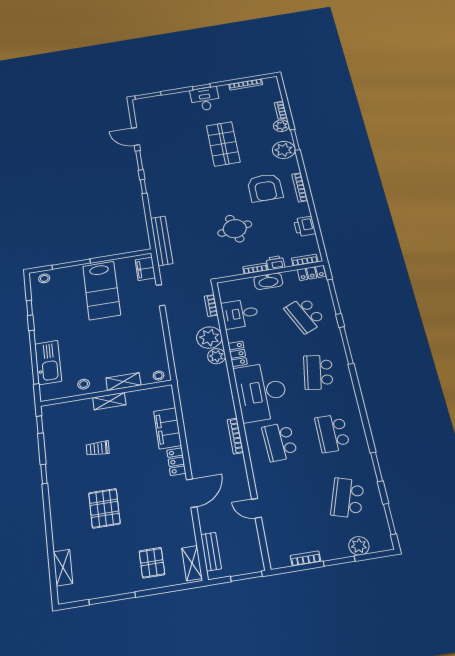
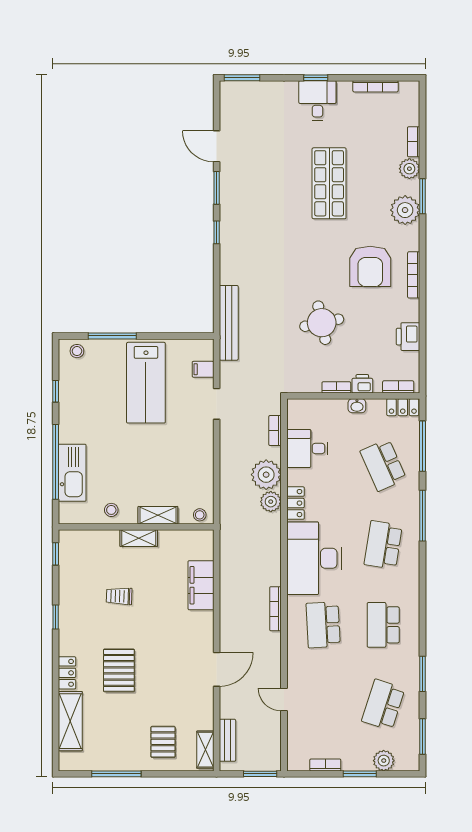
filing cabinet: (145, 269) -> (203, 369), width x0.50
washbasin: (268, 281) -> (357, 406), width x0.52, depth x0.69
locker: (176, 462) -> (67, 673), moved, turned 180
shelving: (63, 568) -> (70, 721), width x1.50, depth x1.33

